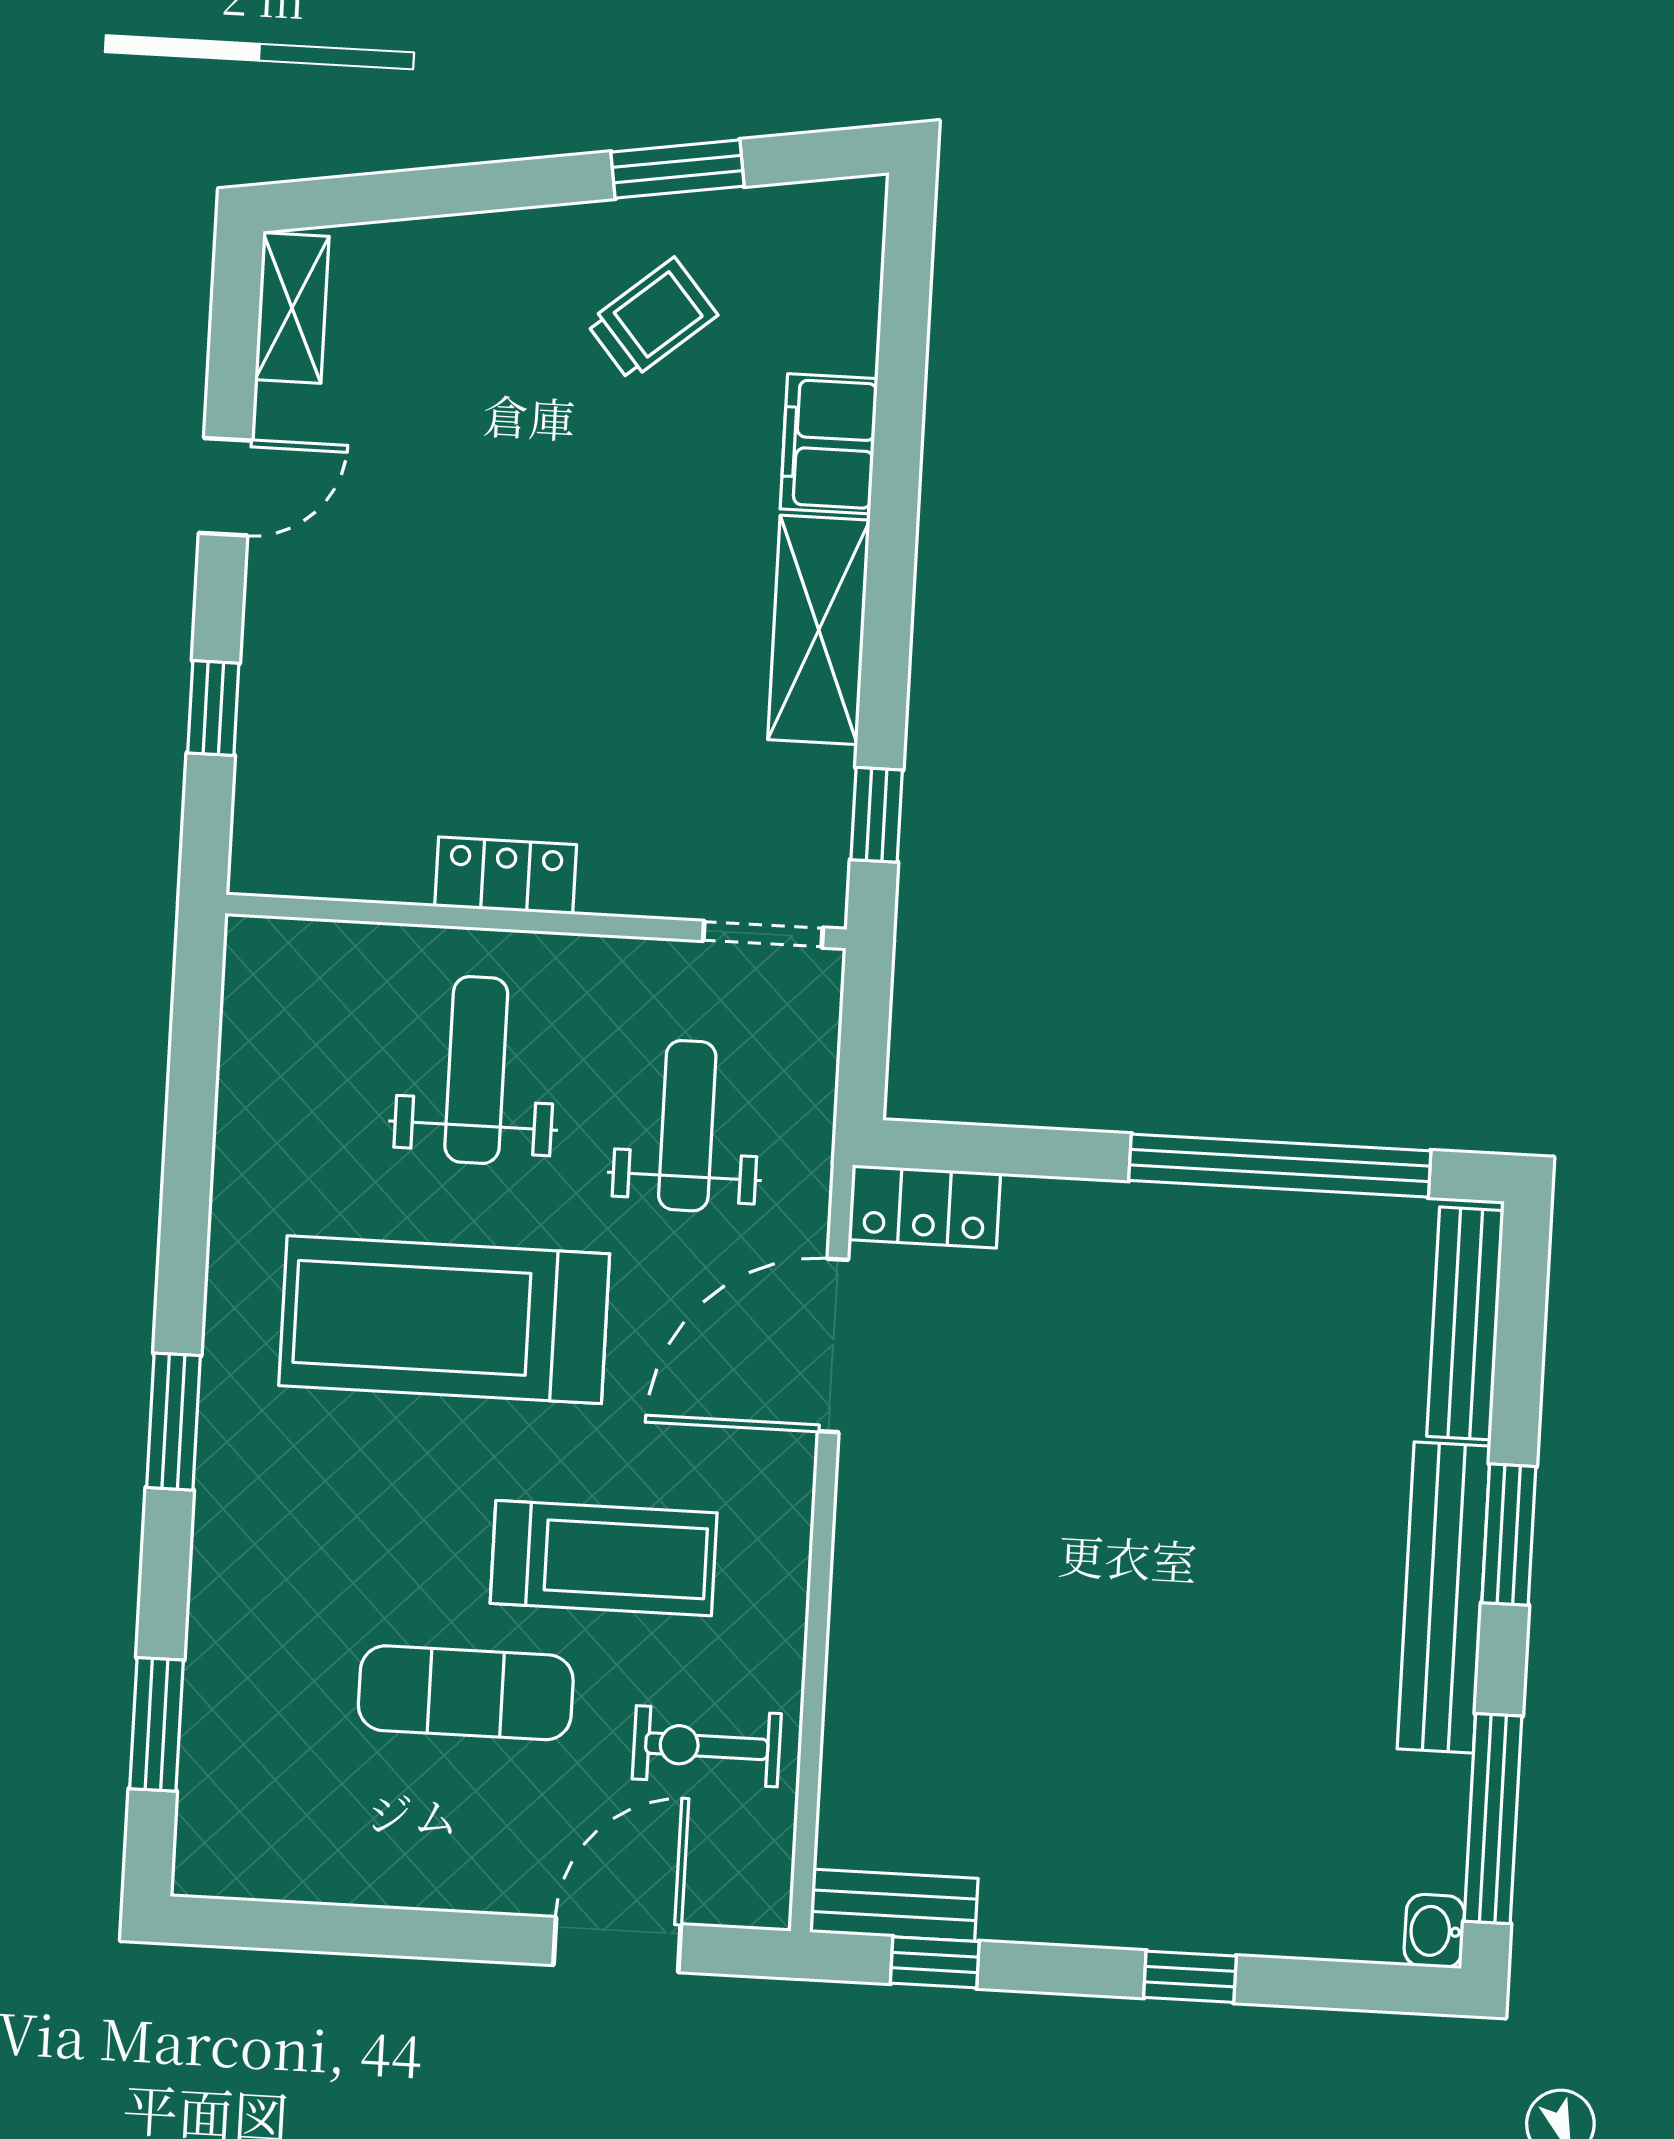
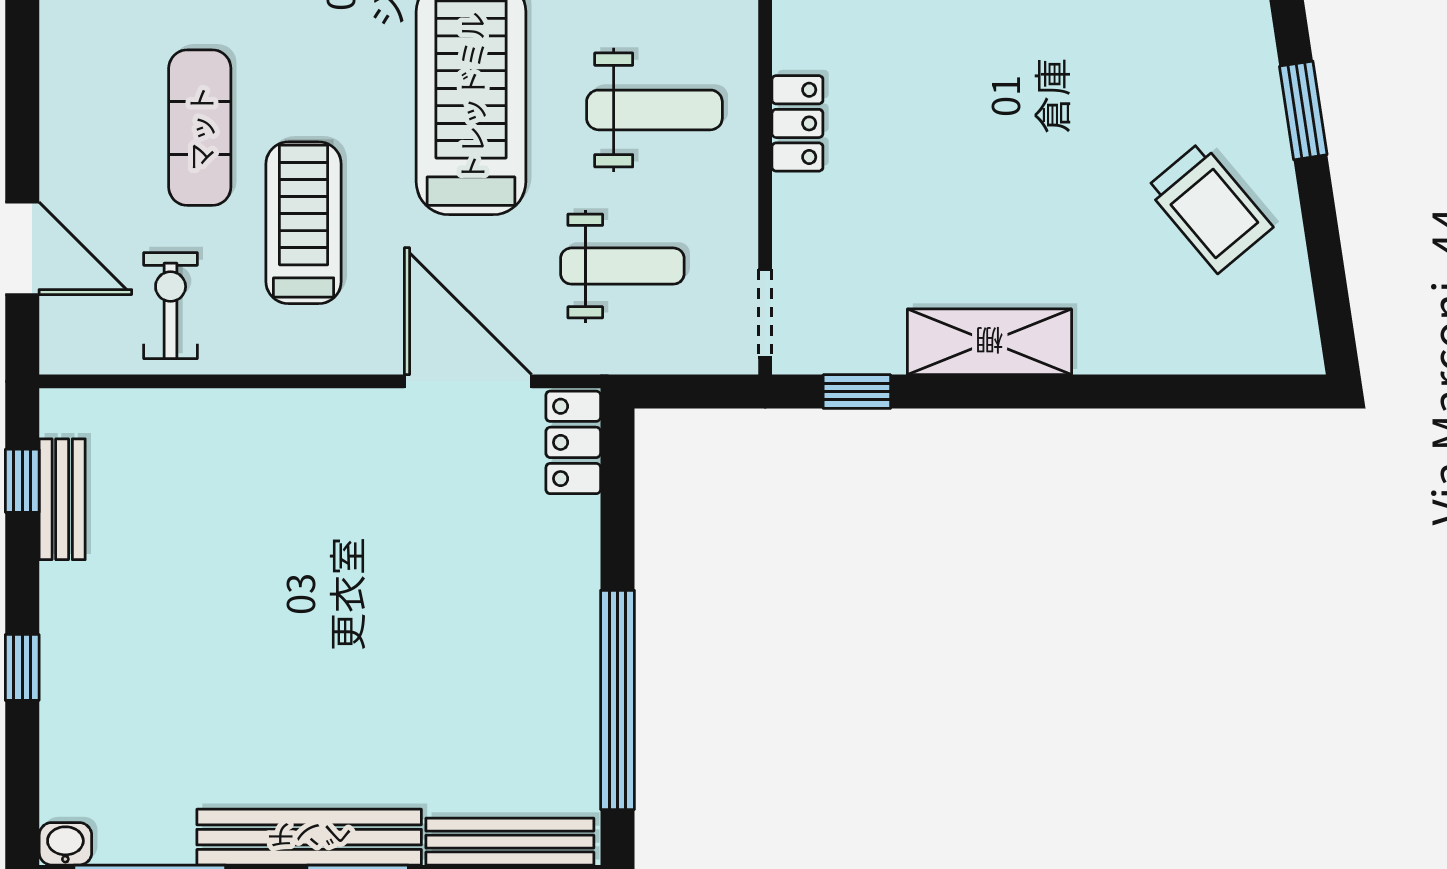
window: (677, 169) -> (1303, 110), moved
trolley: (652, 319) -> (1209, 207), width x1.36, depth x1.39
filing cabinet: (829, 444) -> (1126, 342), removed
treadmill: (604, 1558) -> (304, 223), turned 180
bench: (894, 1905) -> (62, 499), moved

